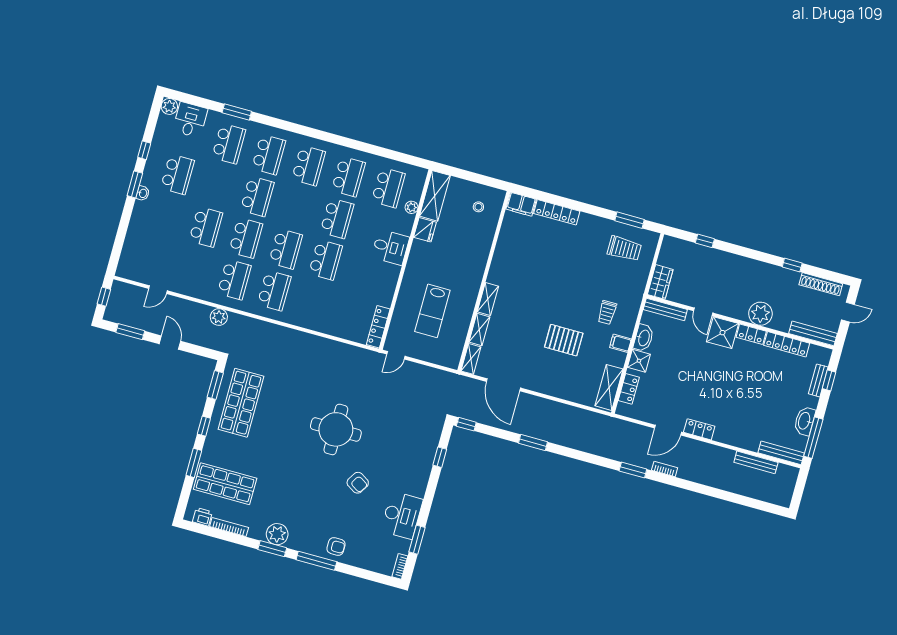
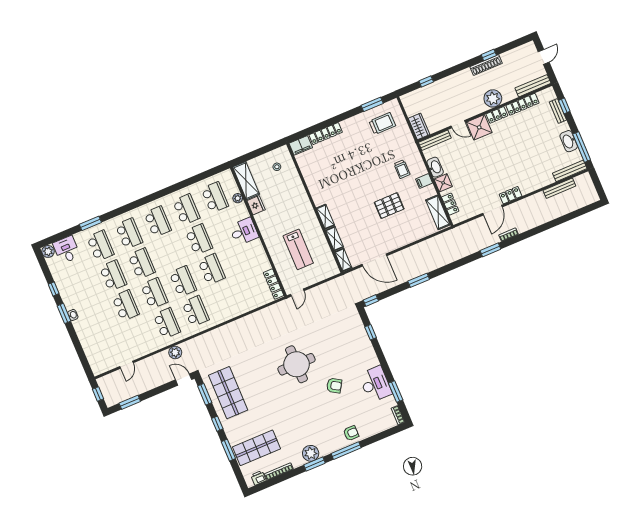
school desk: (177, 174) -> (113, 276), moved
shoe rack: (821, 284) -> (486, 65), moved
door: (170, 343) -> (184, 380), moved

